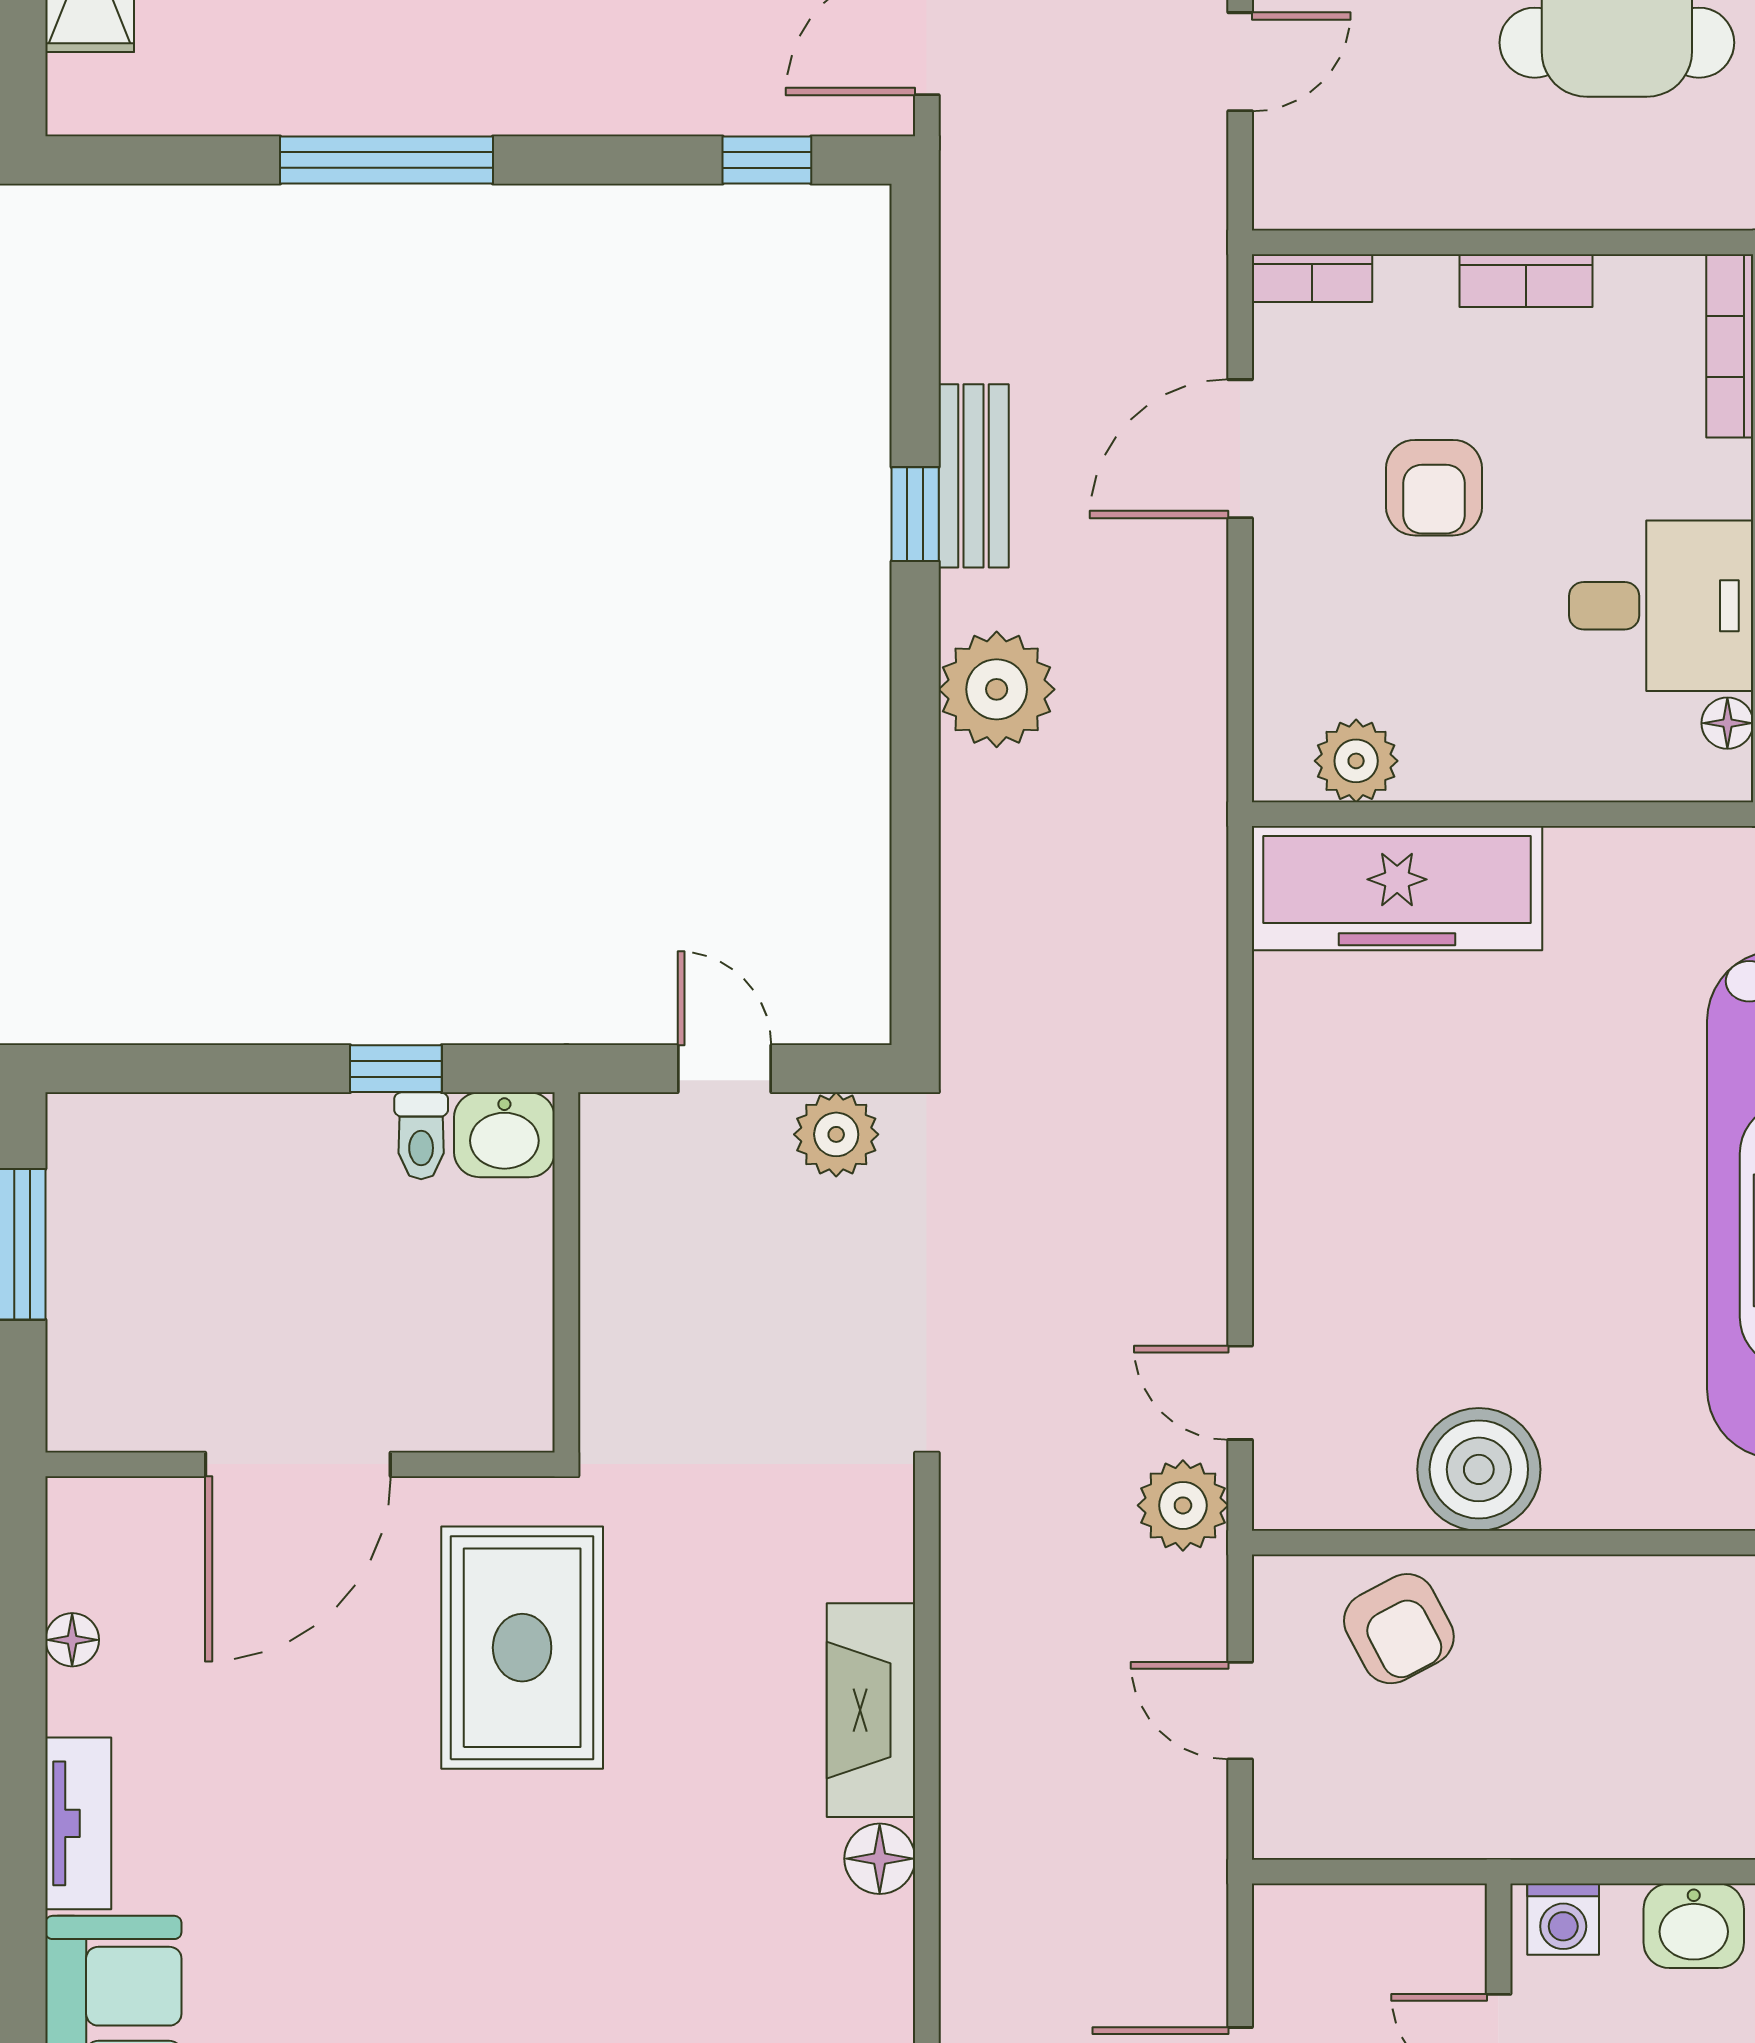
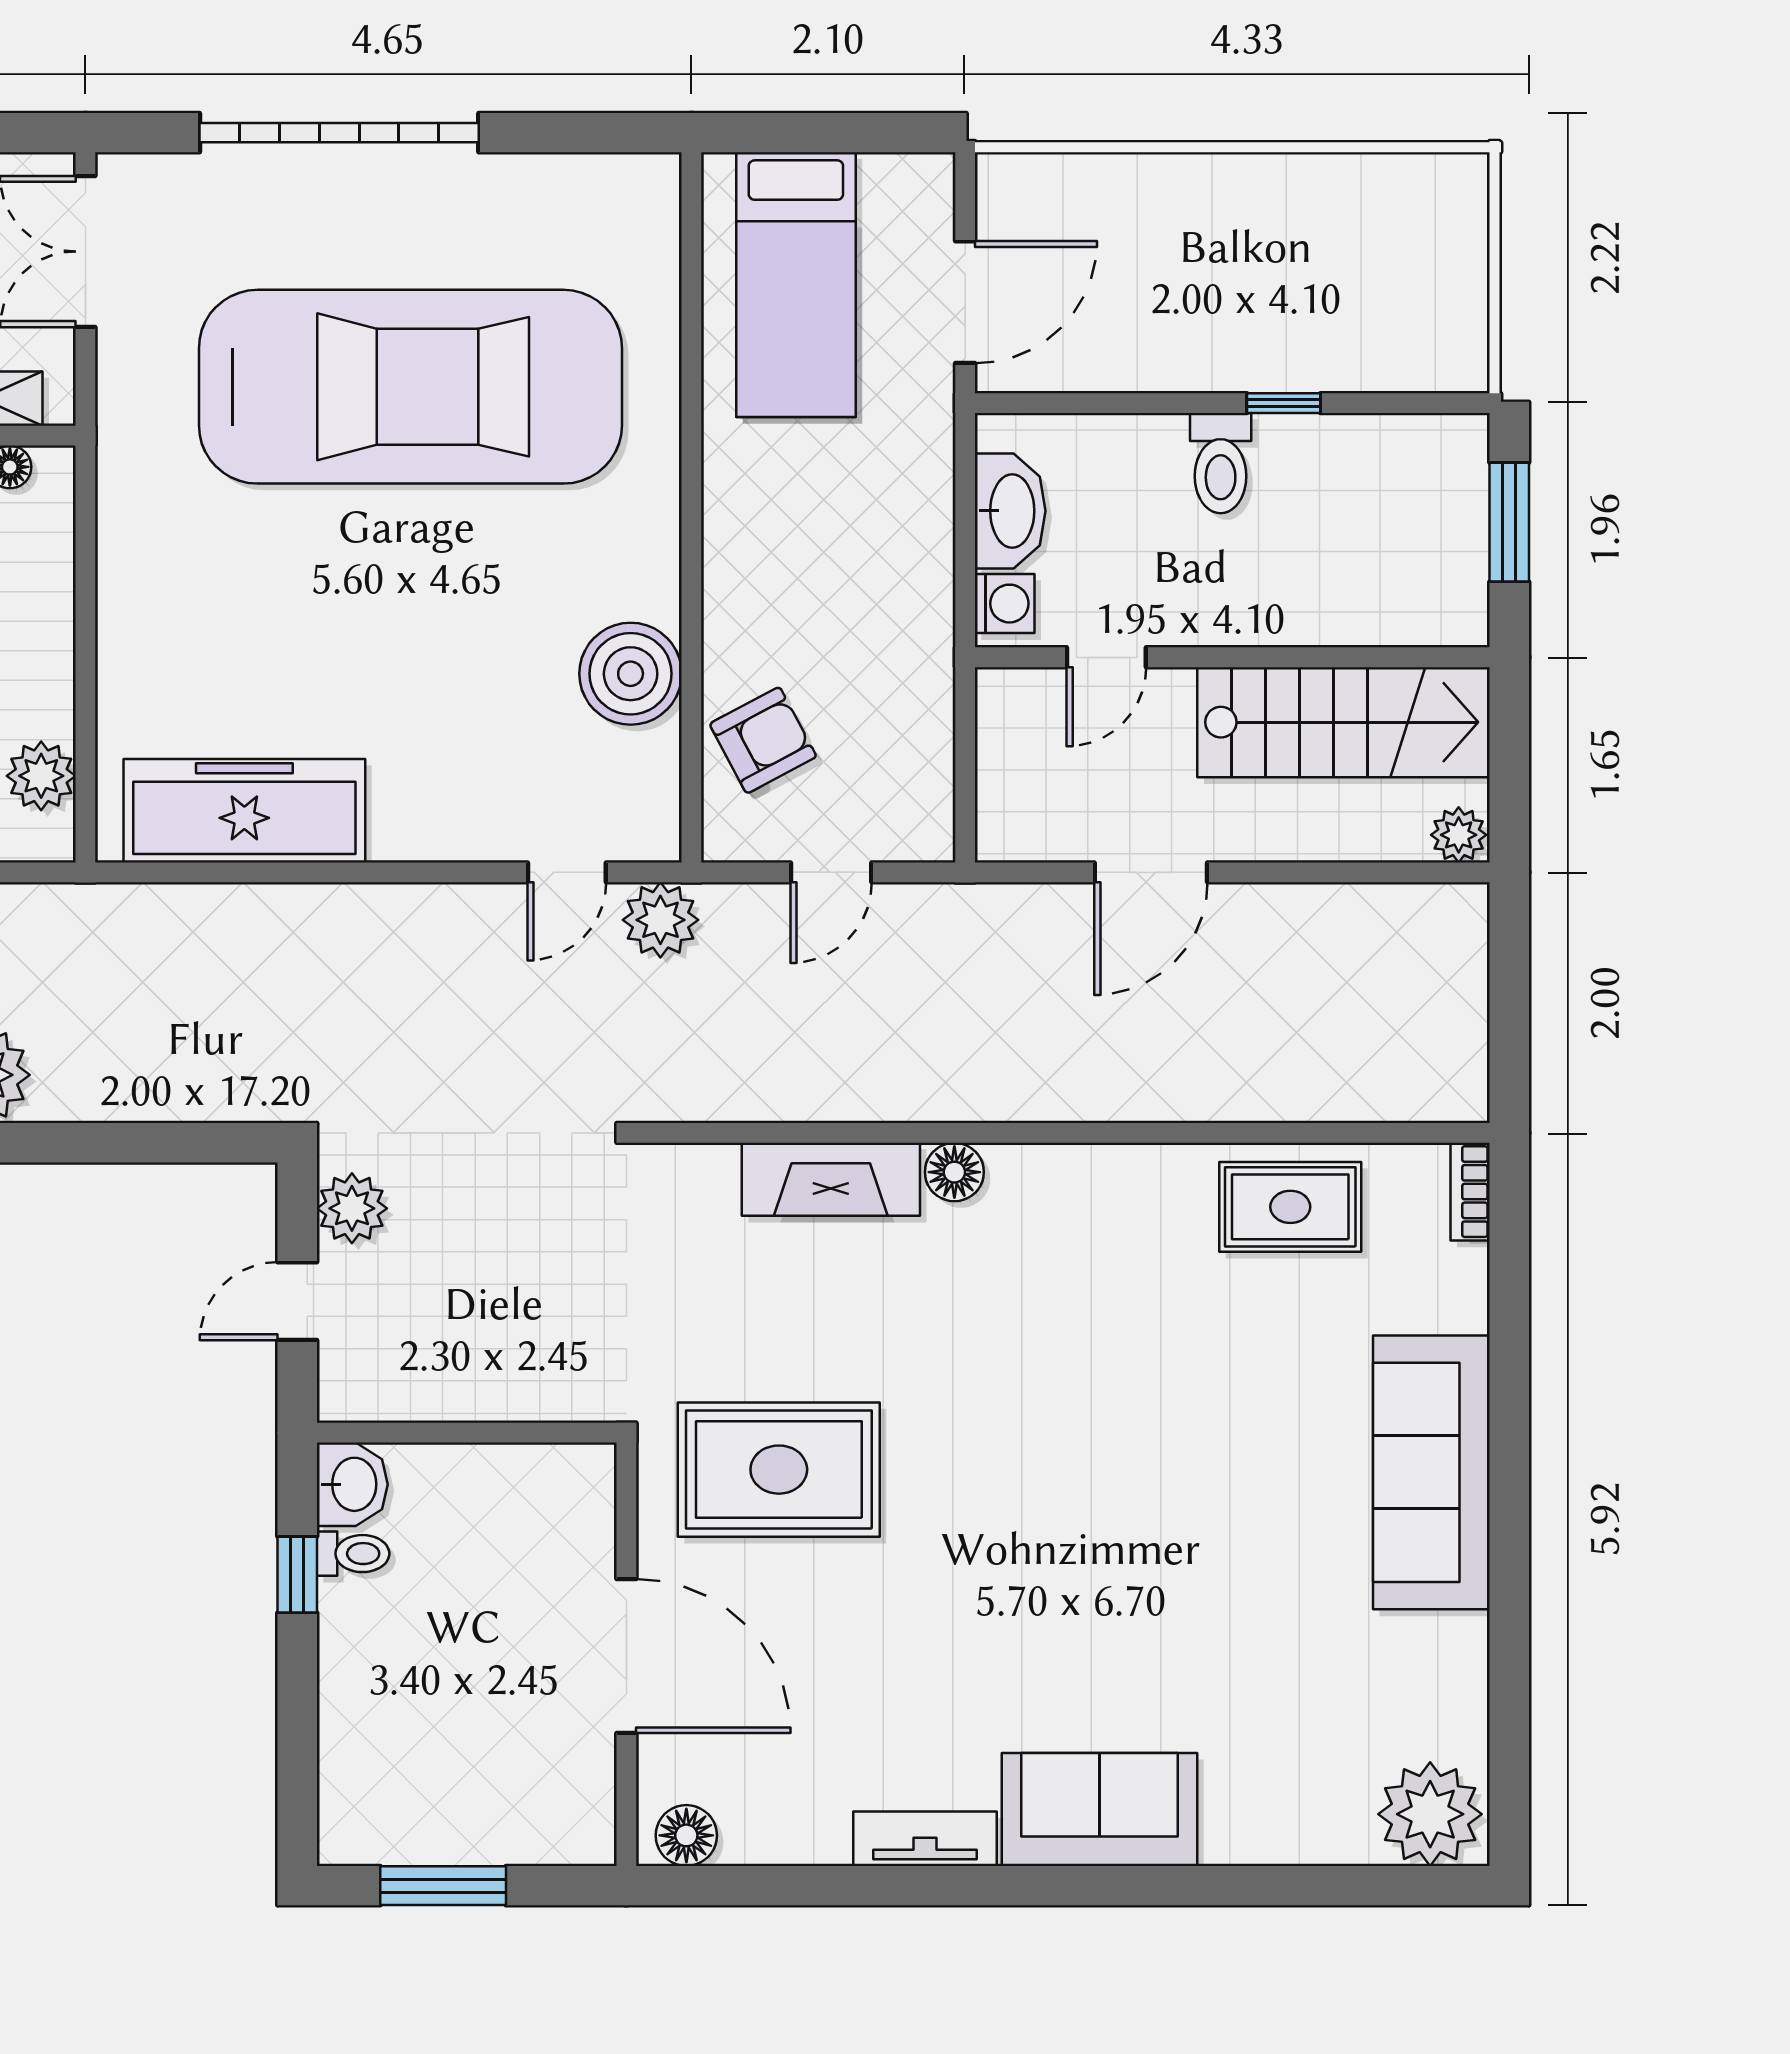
freezer: (1397, 888) -> (244, 811), moved, turned -90
floor lamp: (72, 1640) -> (686, 1835), moved, width x1.37, depth x1.37
washbasin: (1694, 1926) -> (1010, 511), width x1.38

